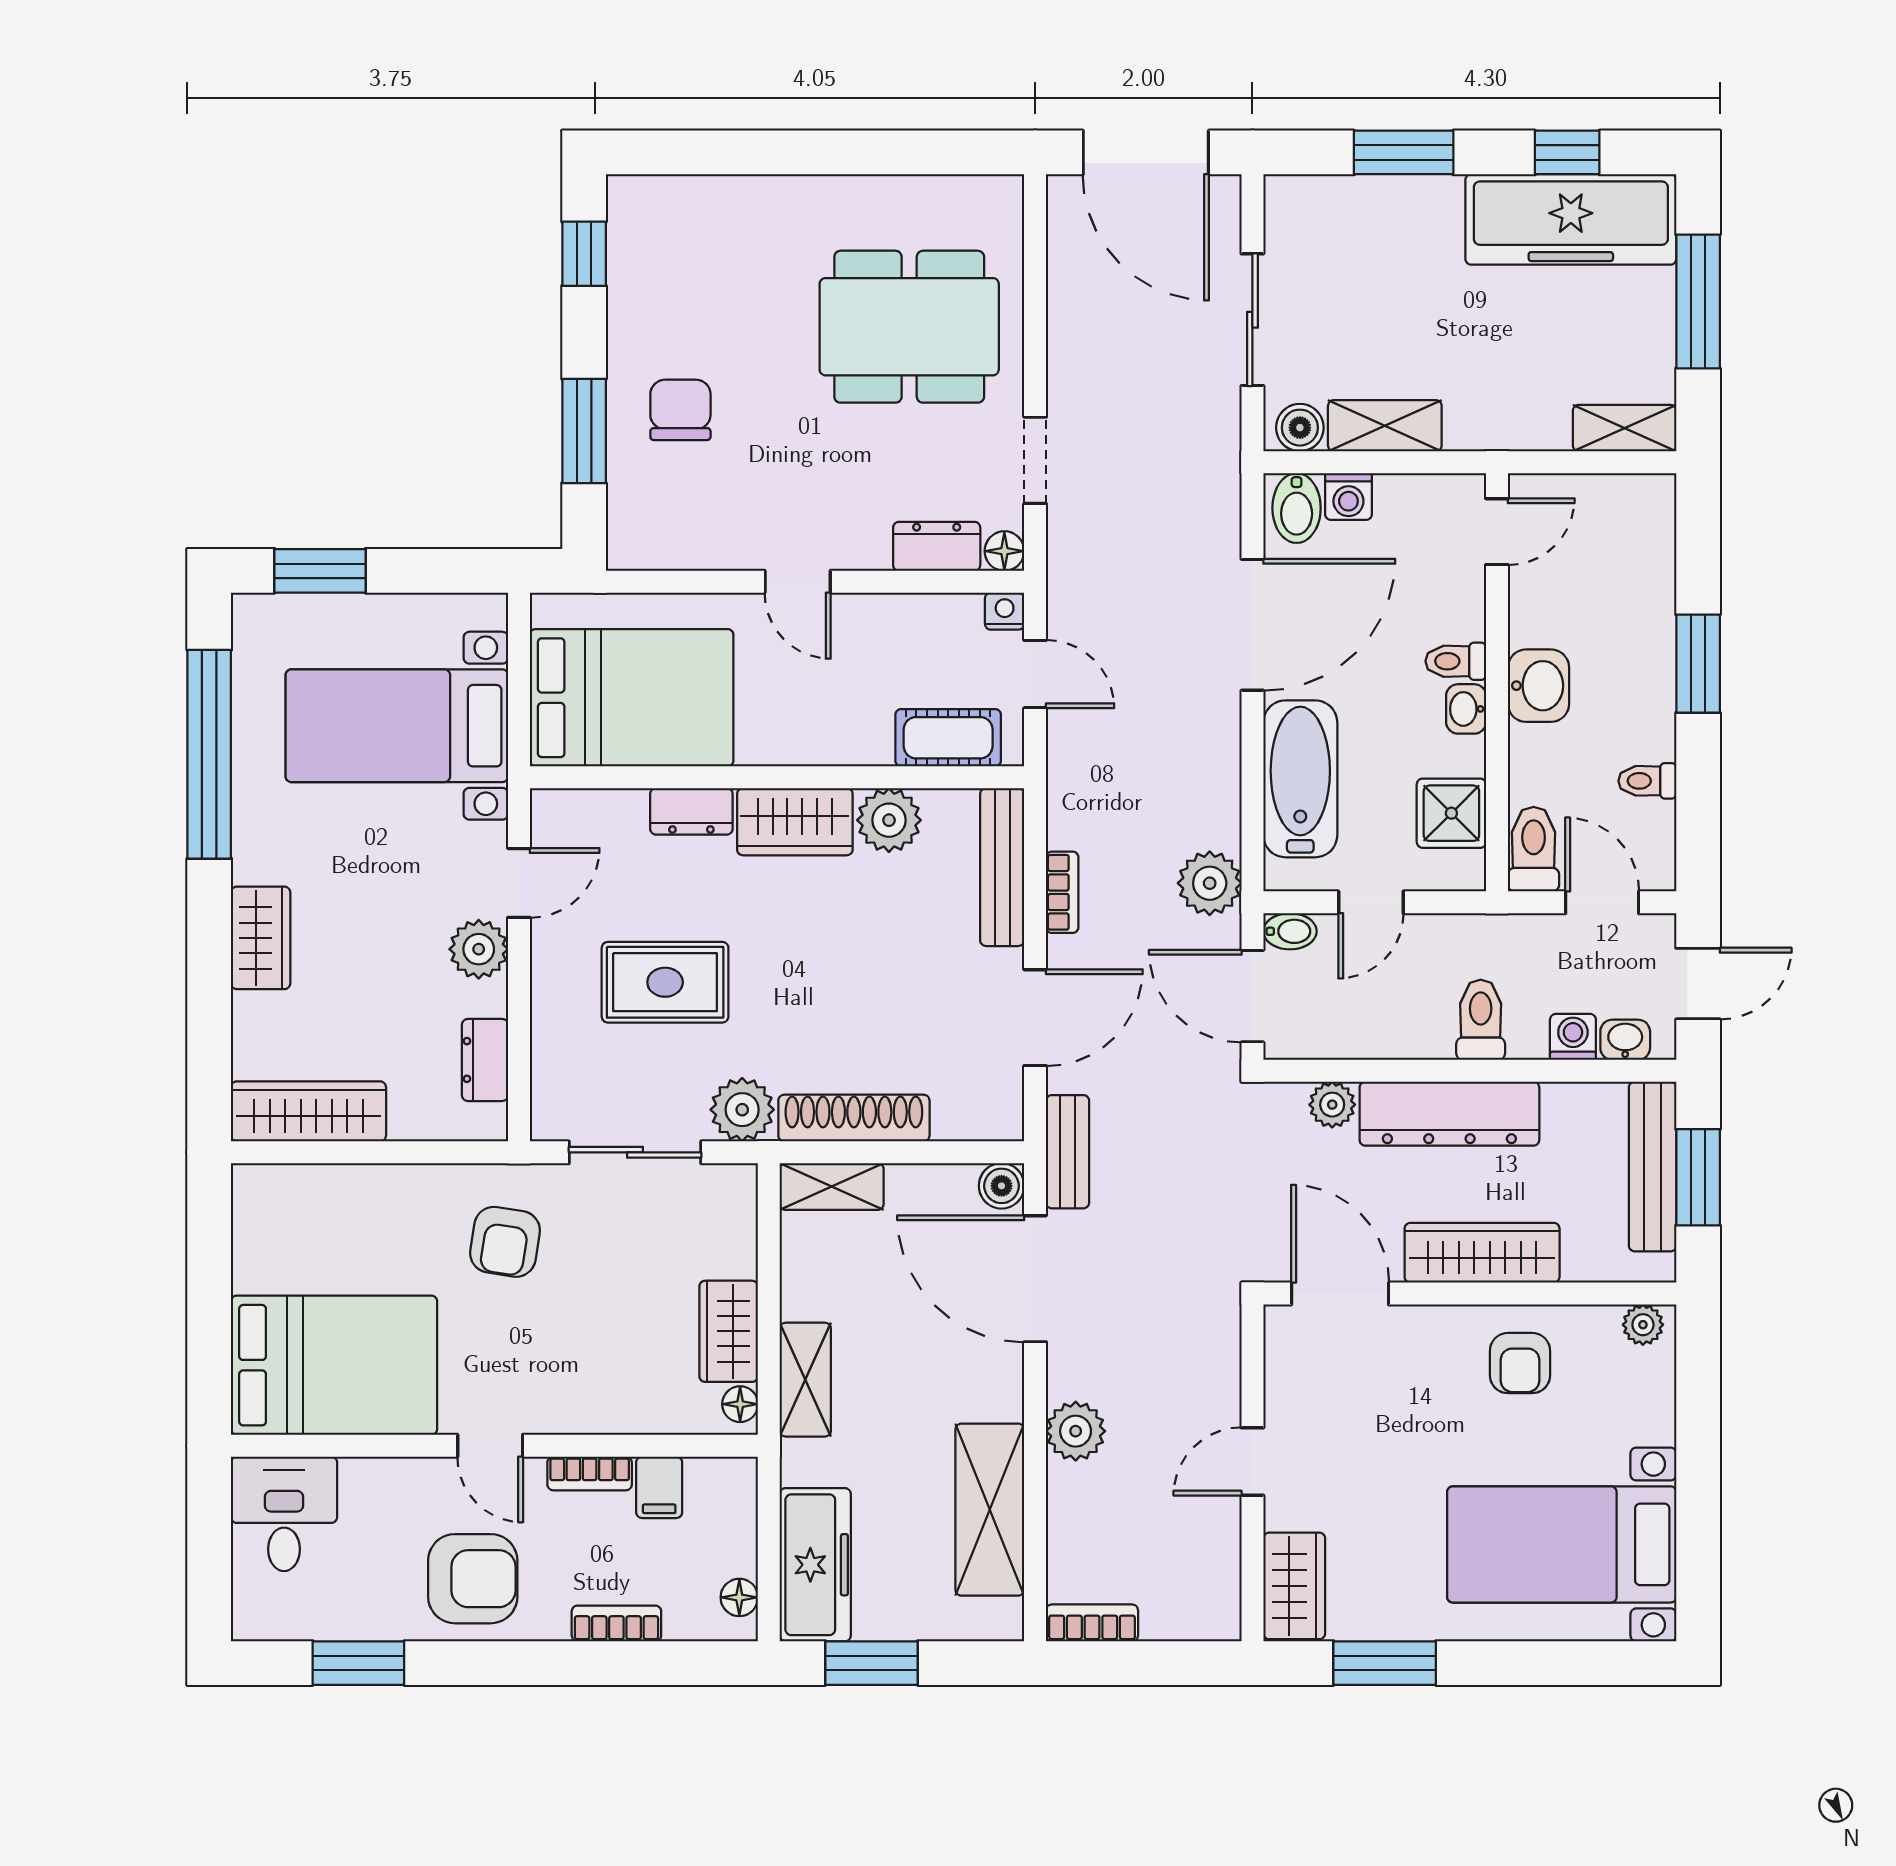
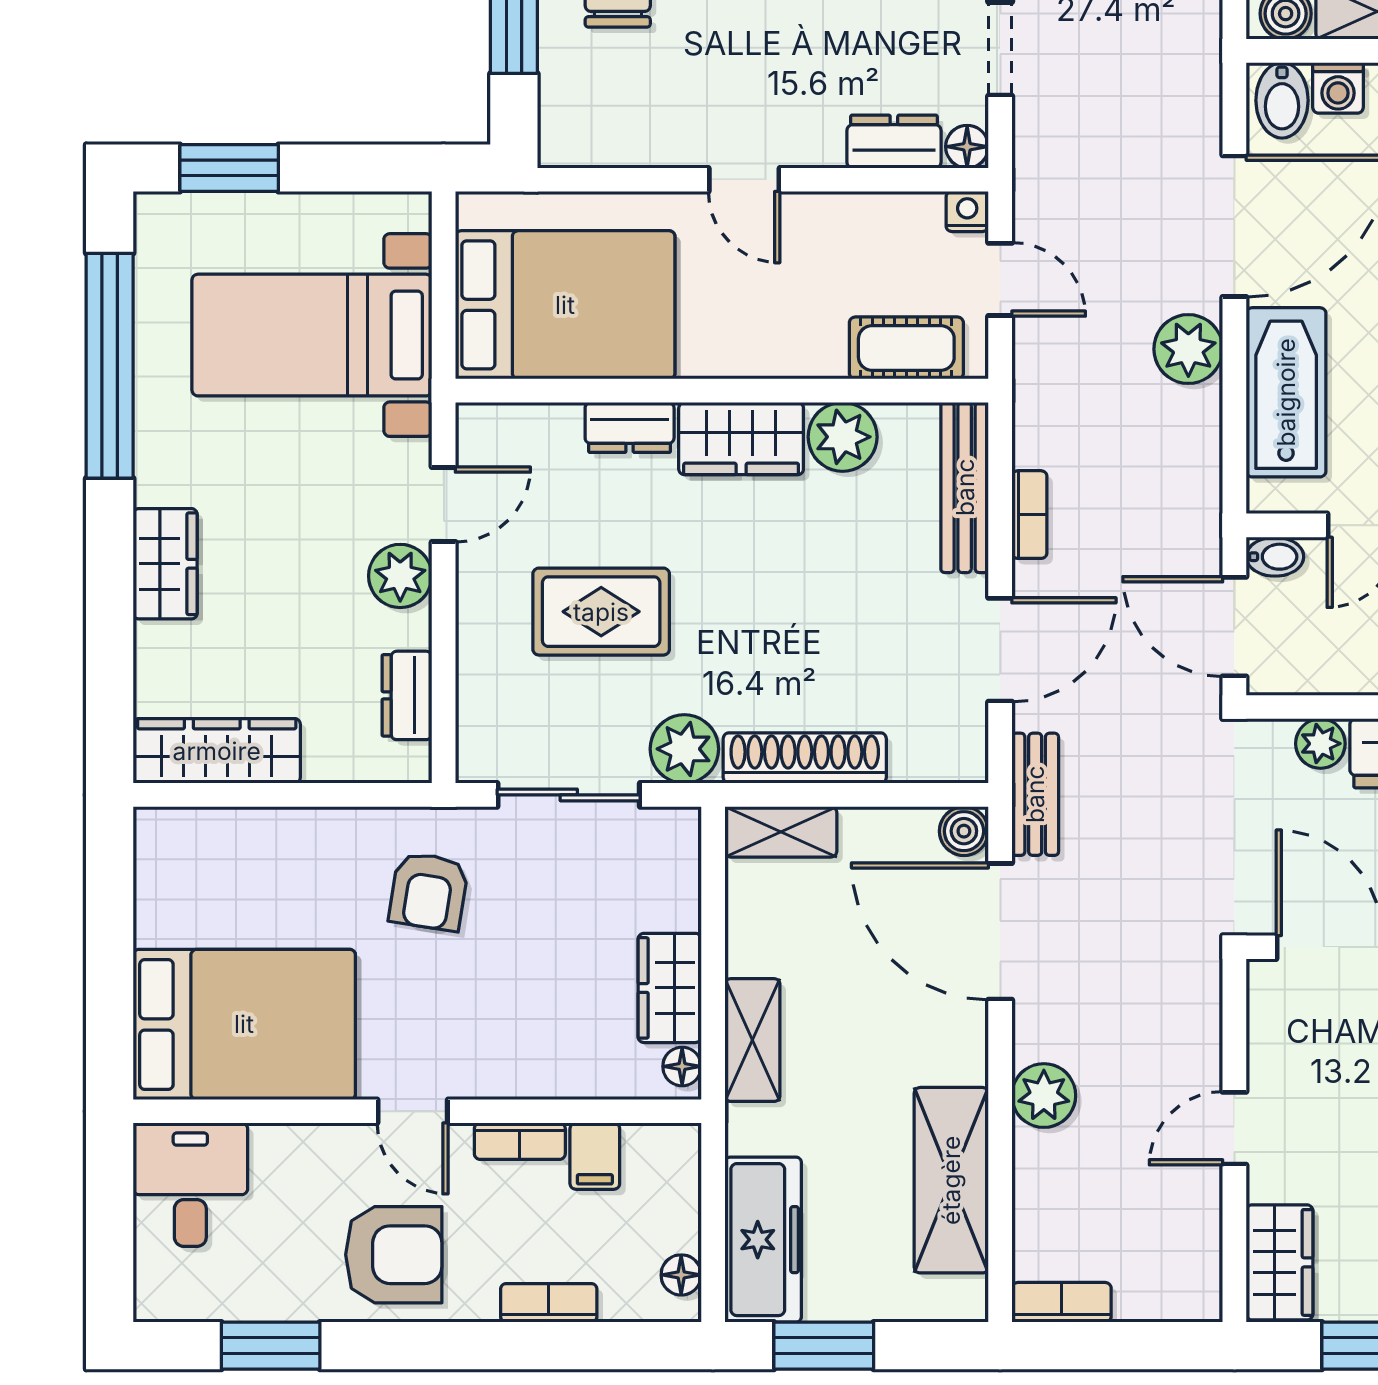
plant: (1210, 883) -> (1188, 349), moved

